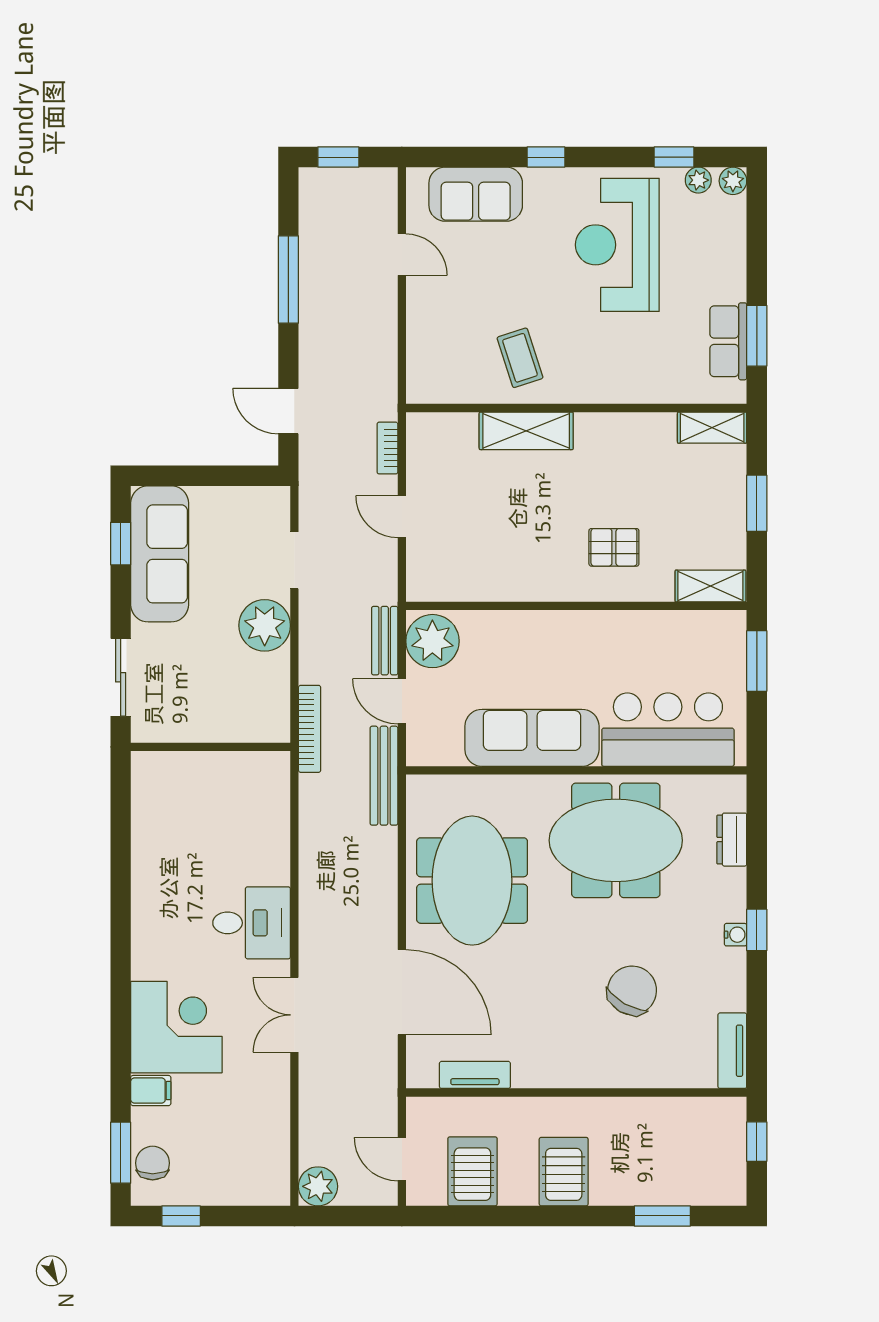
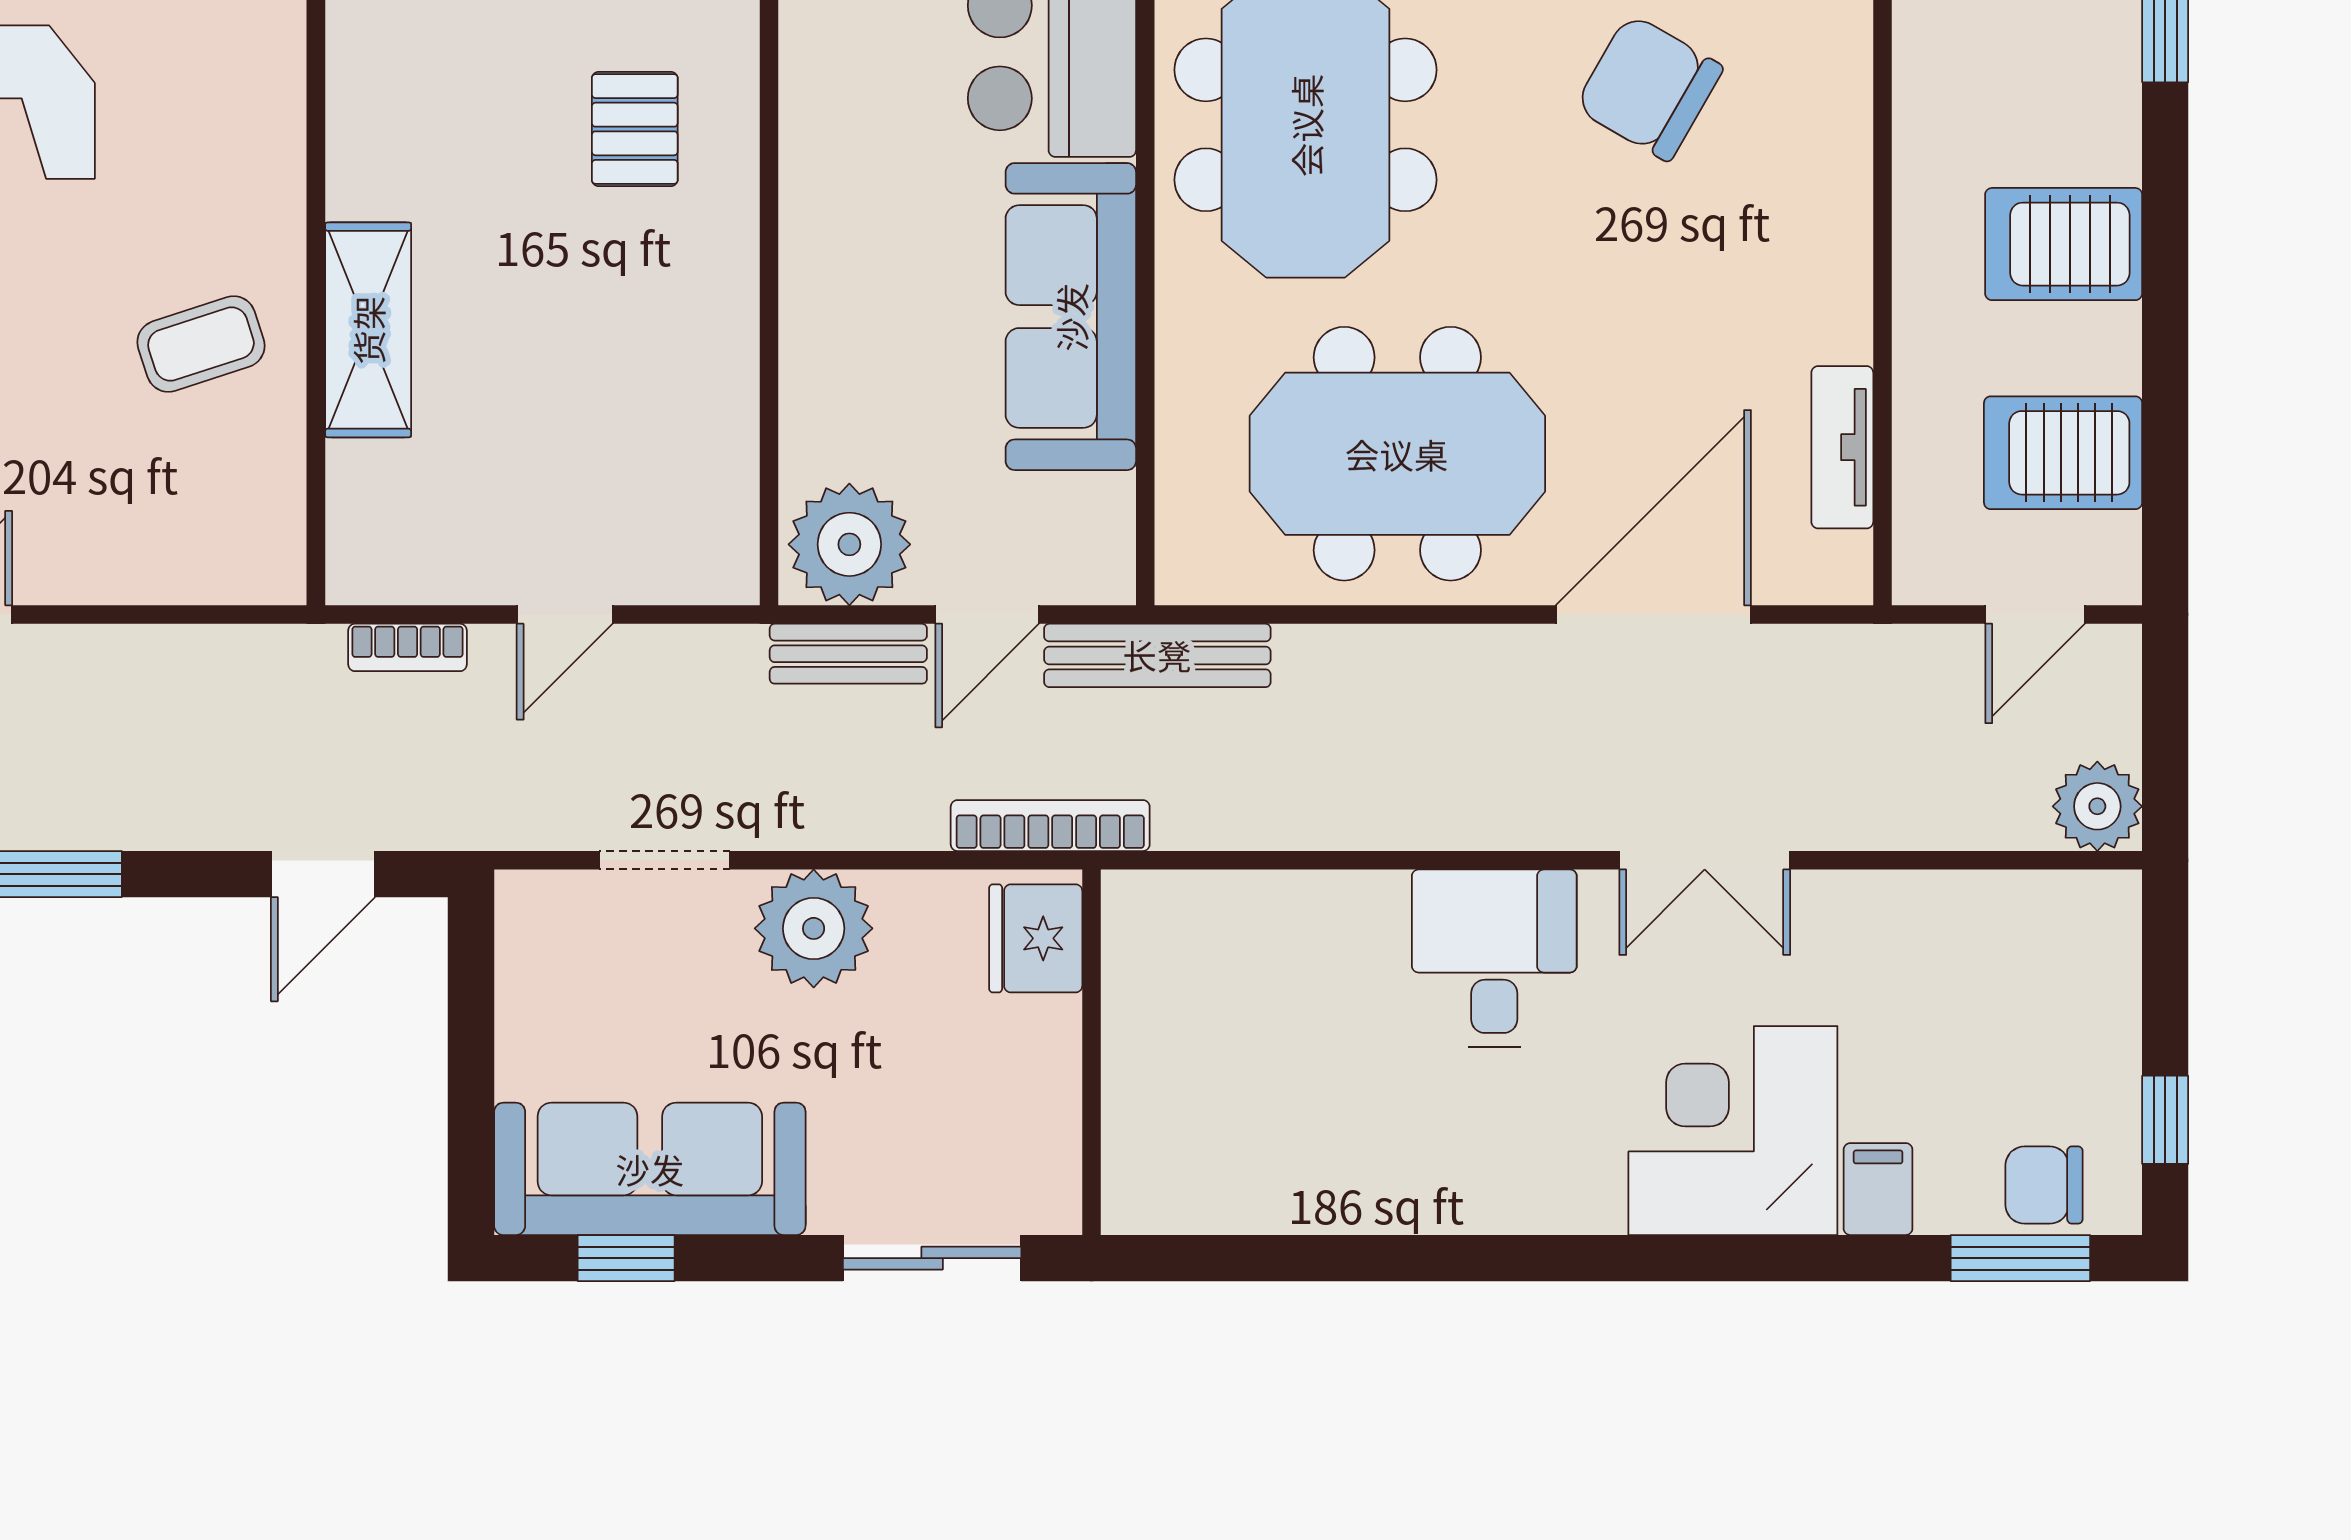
fridge: (260, 723) -> (1036, 938), added

